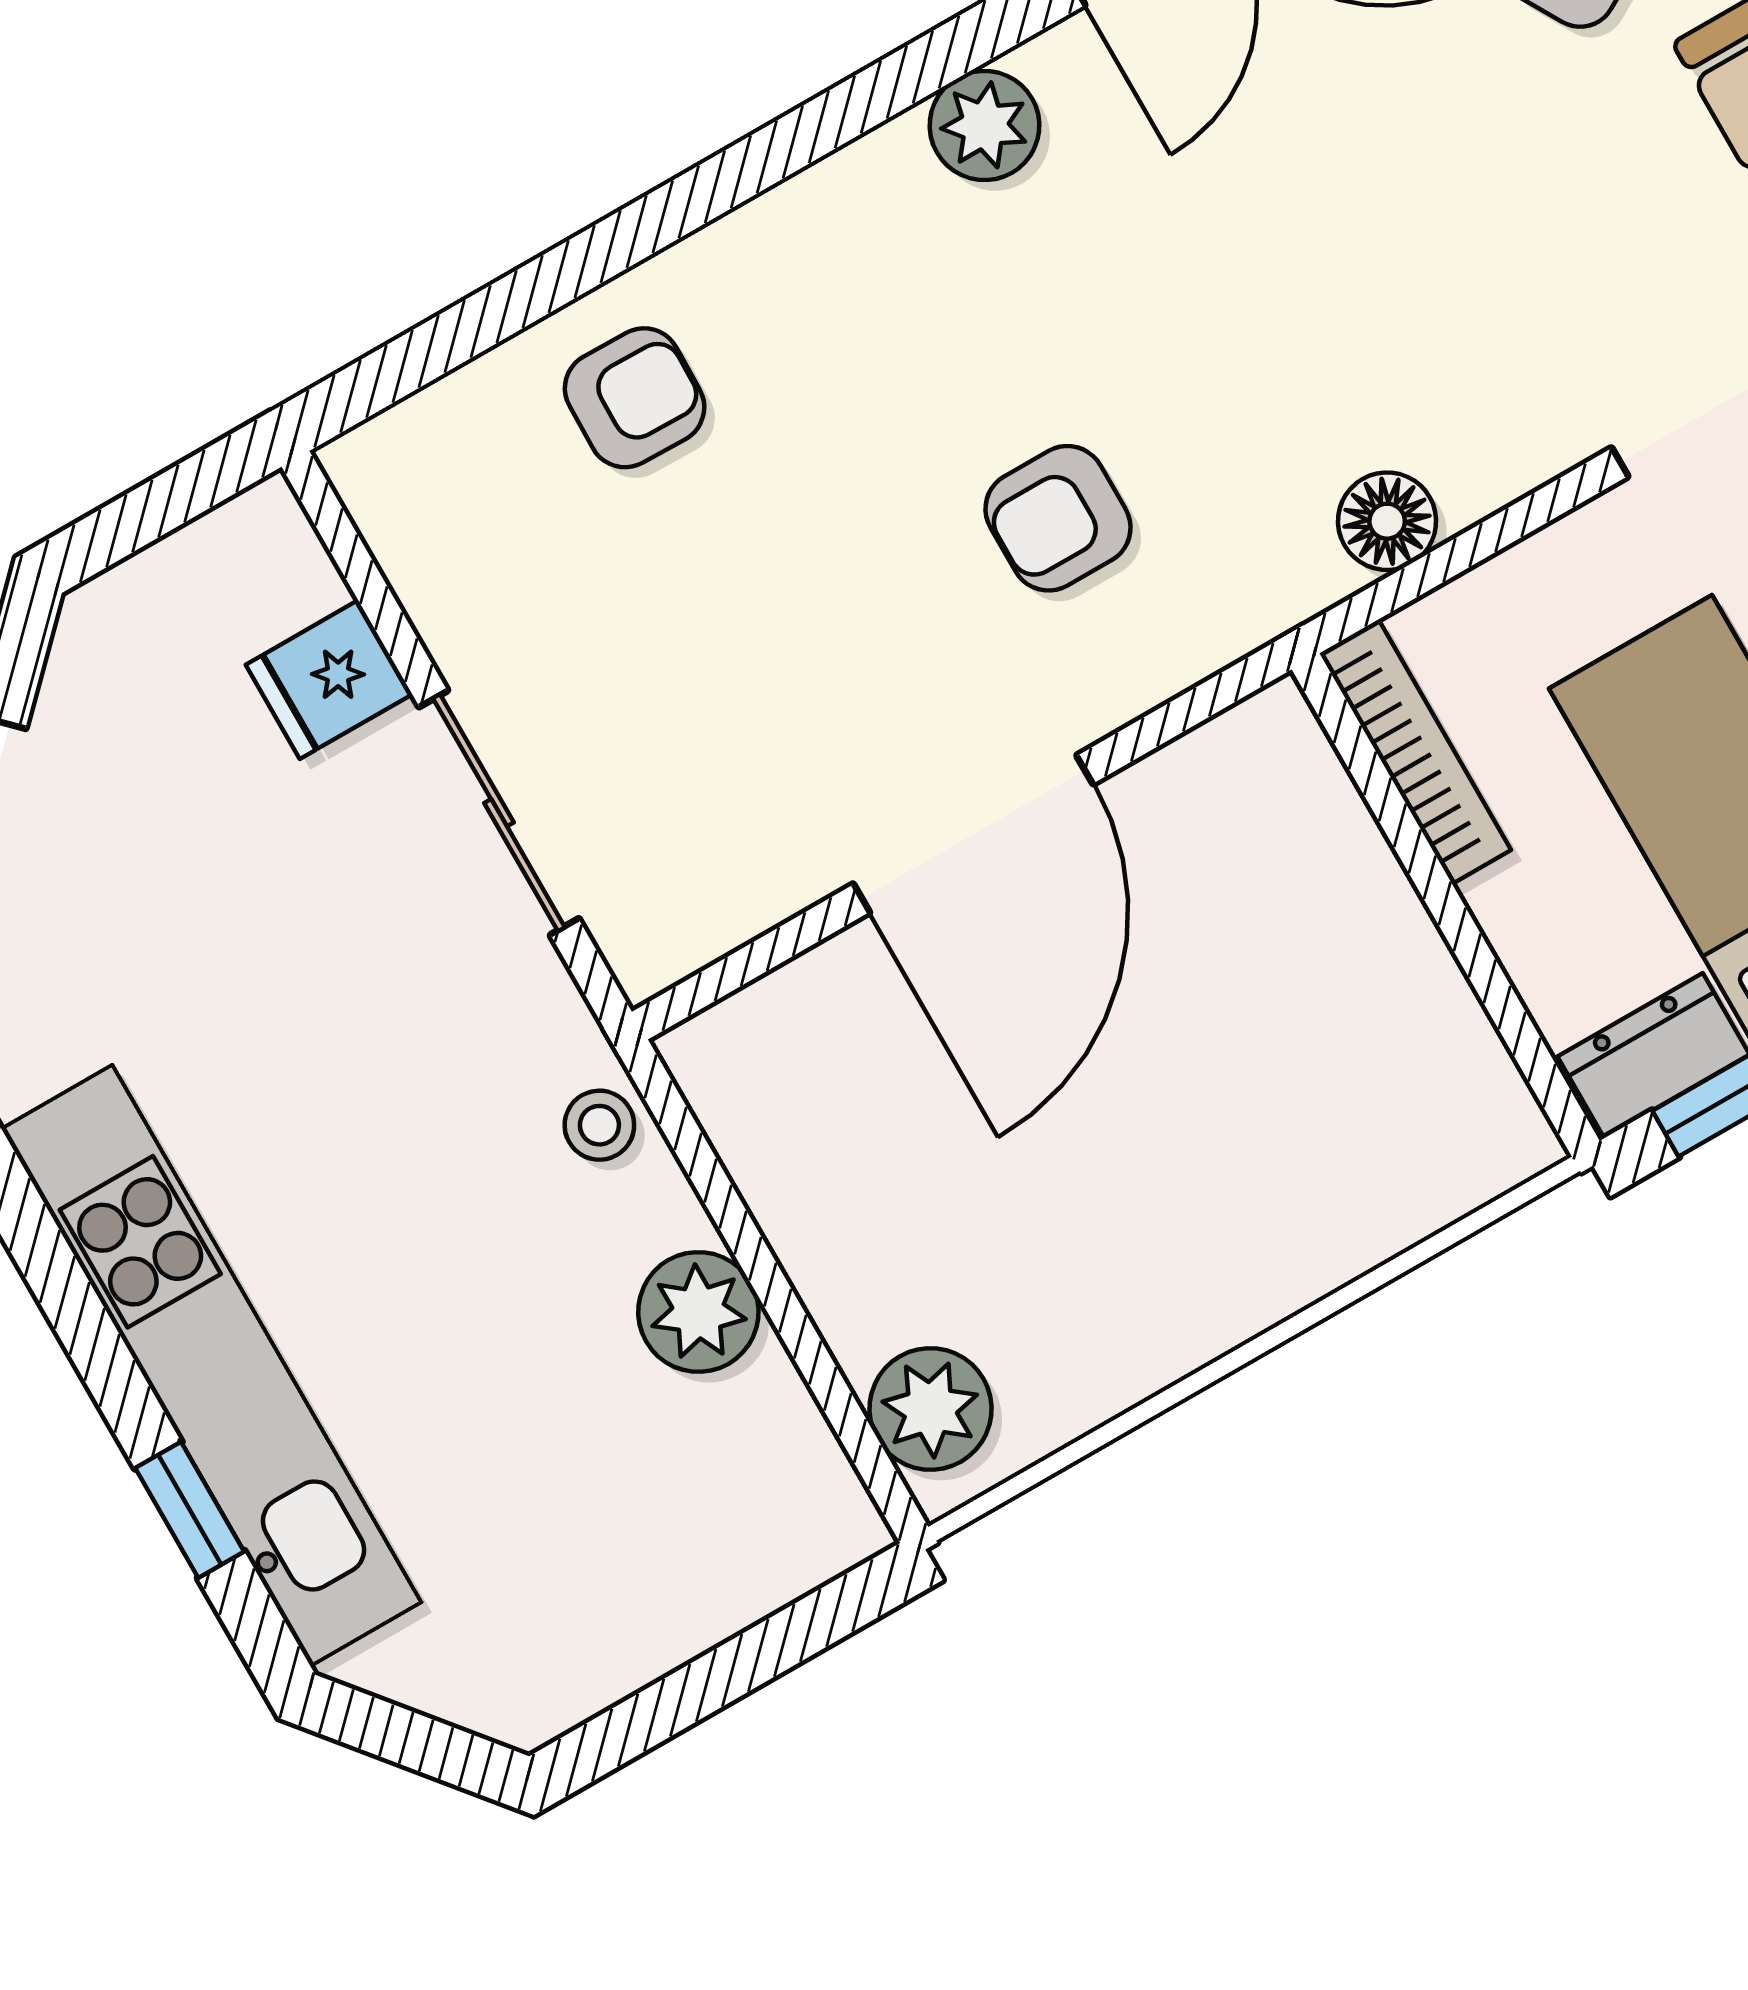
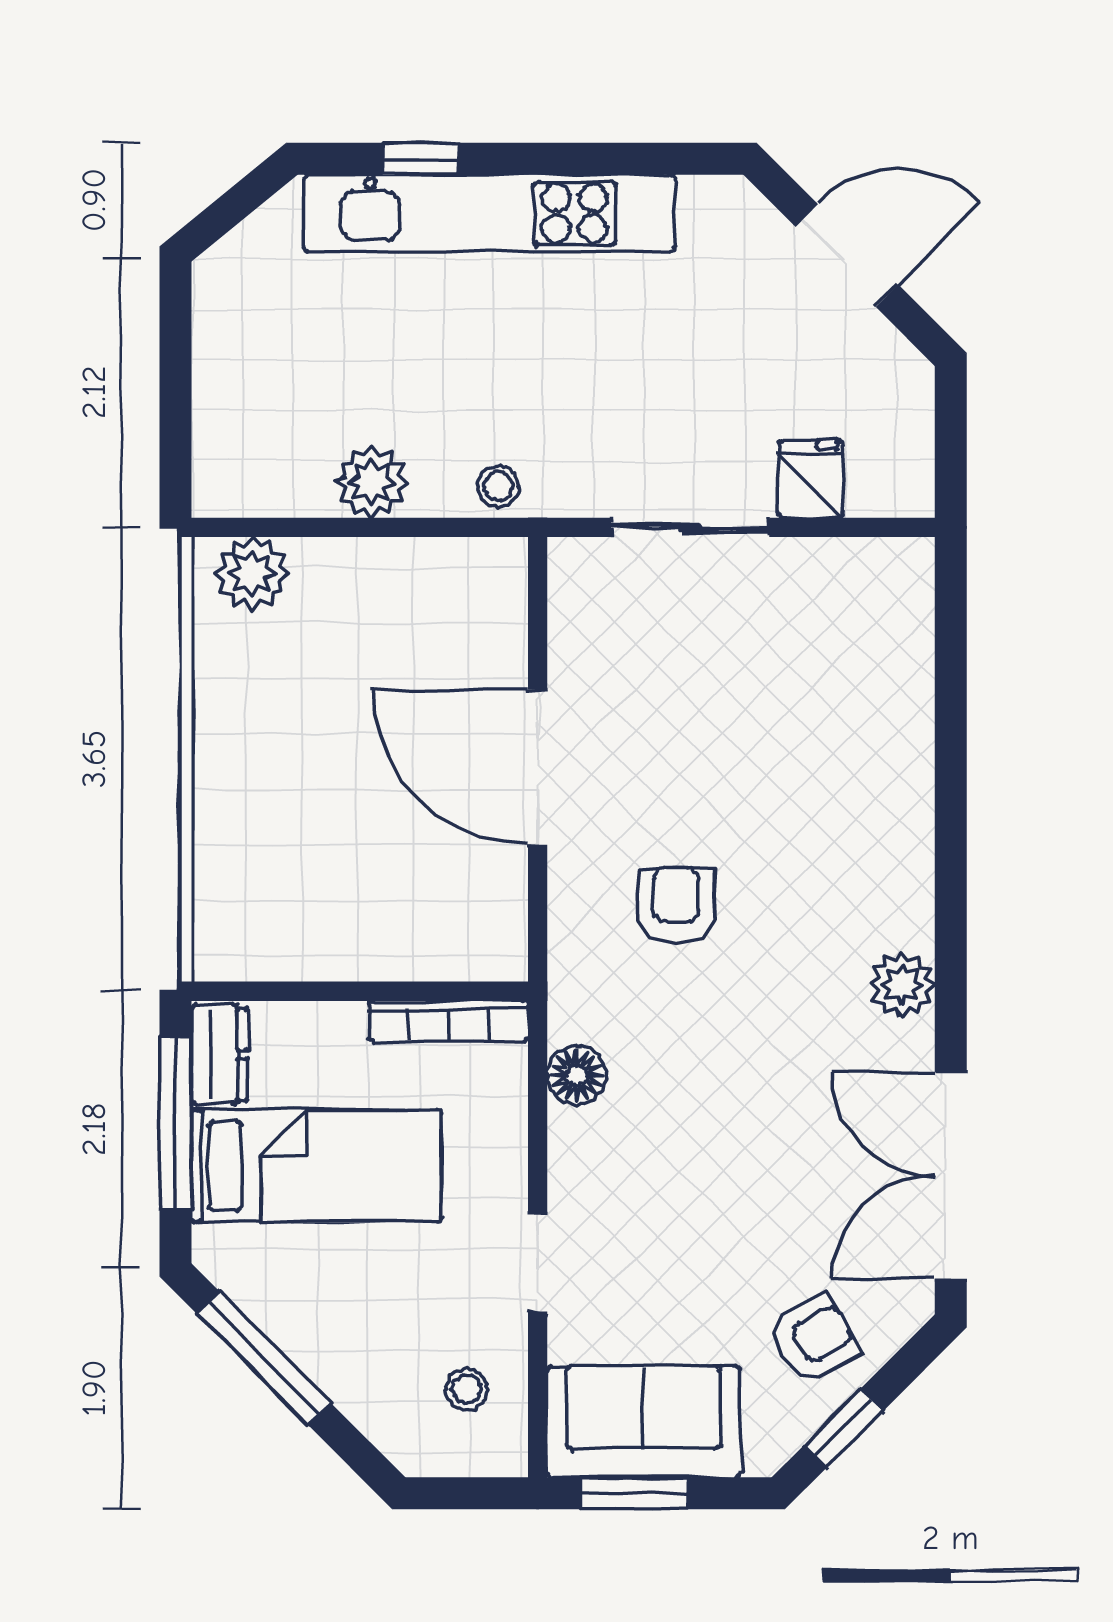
armchair: (635, 398) -> (865, 722), removed

